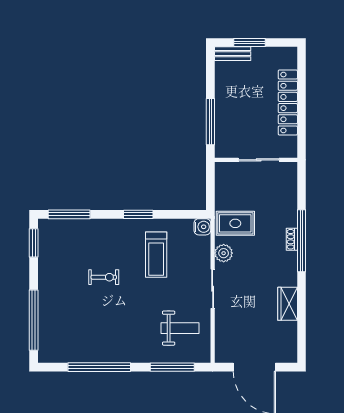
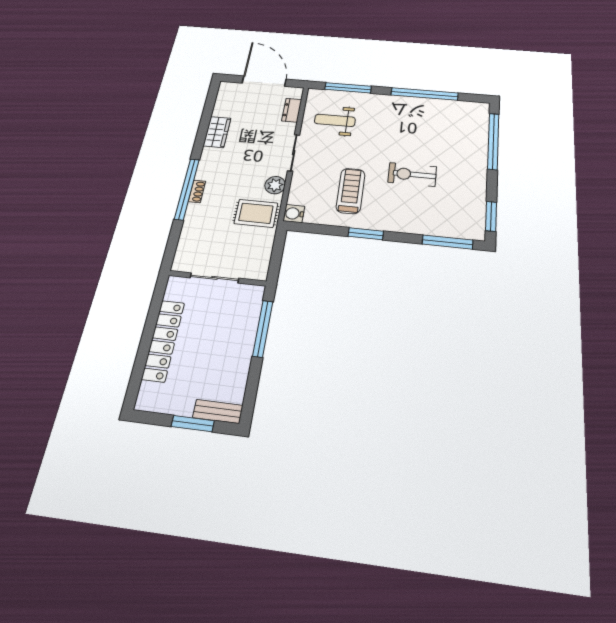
exercise bike: (104, 277) -> (412, 174), width x1.38, depth x1.39
dresser: (222, 336) -> (292, 110), added

